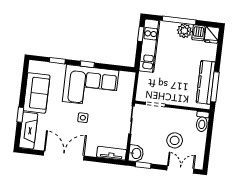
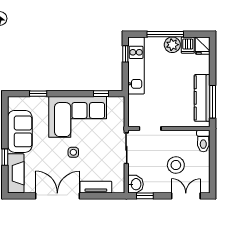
window: (87, 64) -> (101, 94), moved
tv unit: (111, 153) -> (96, 187), moved

